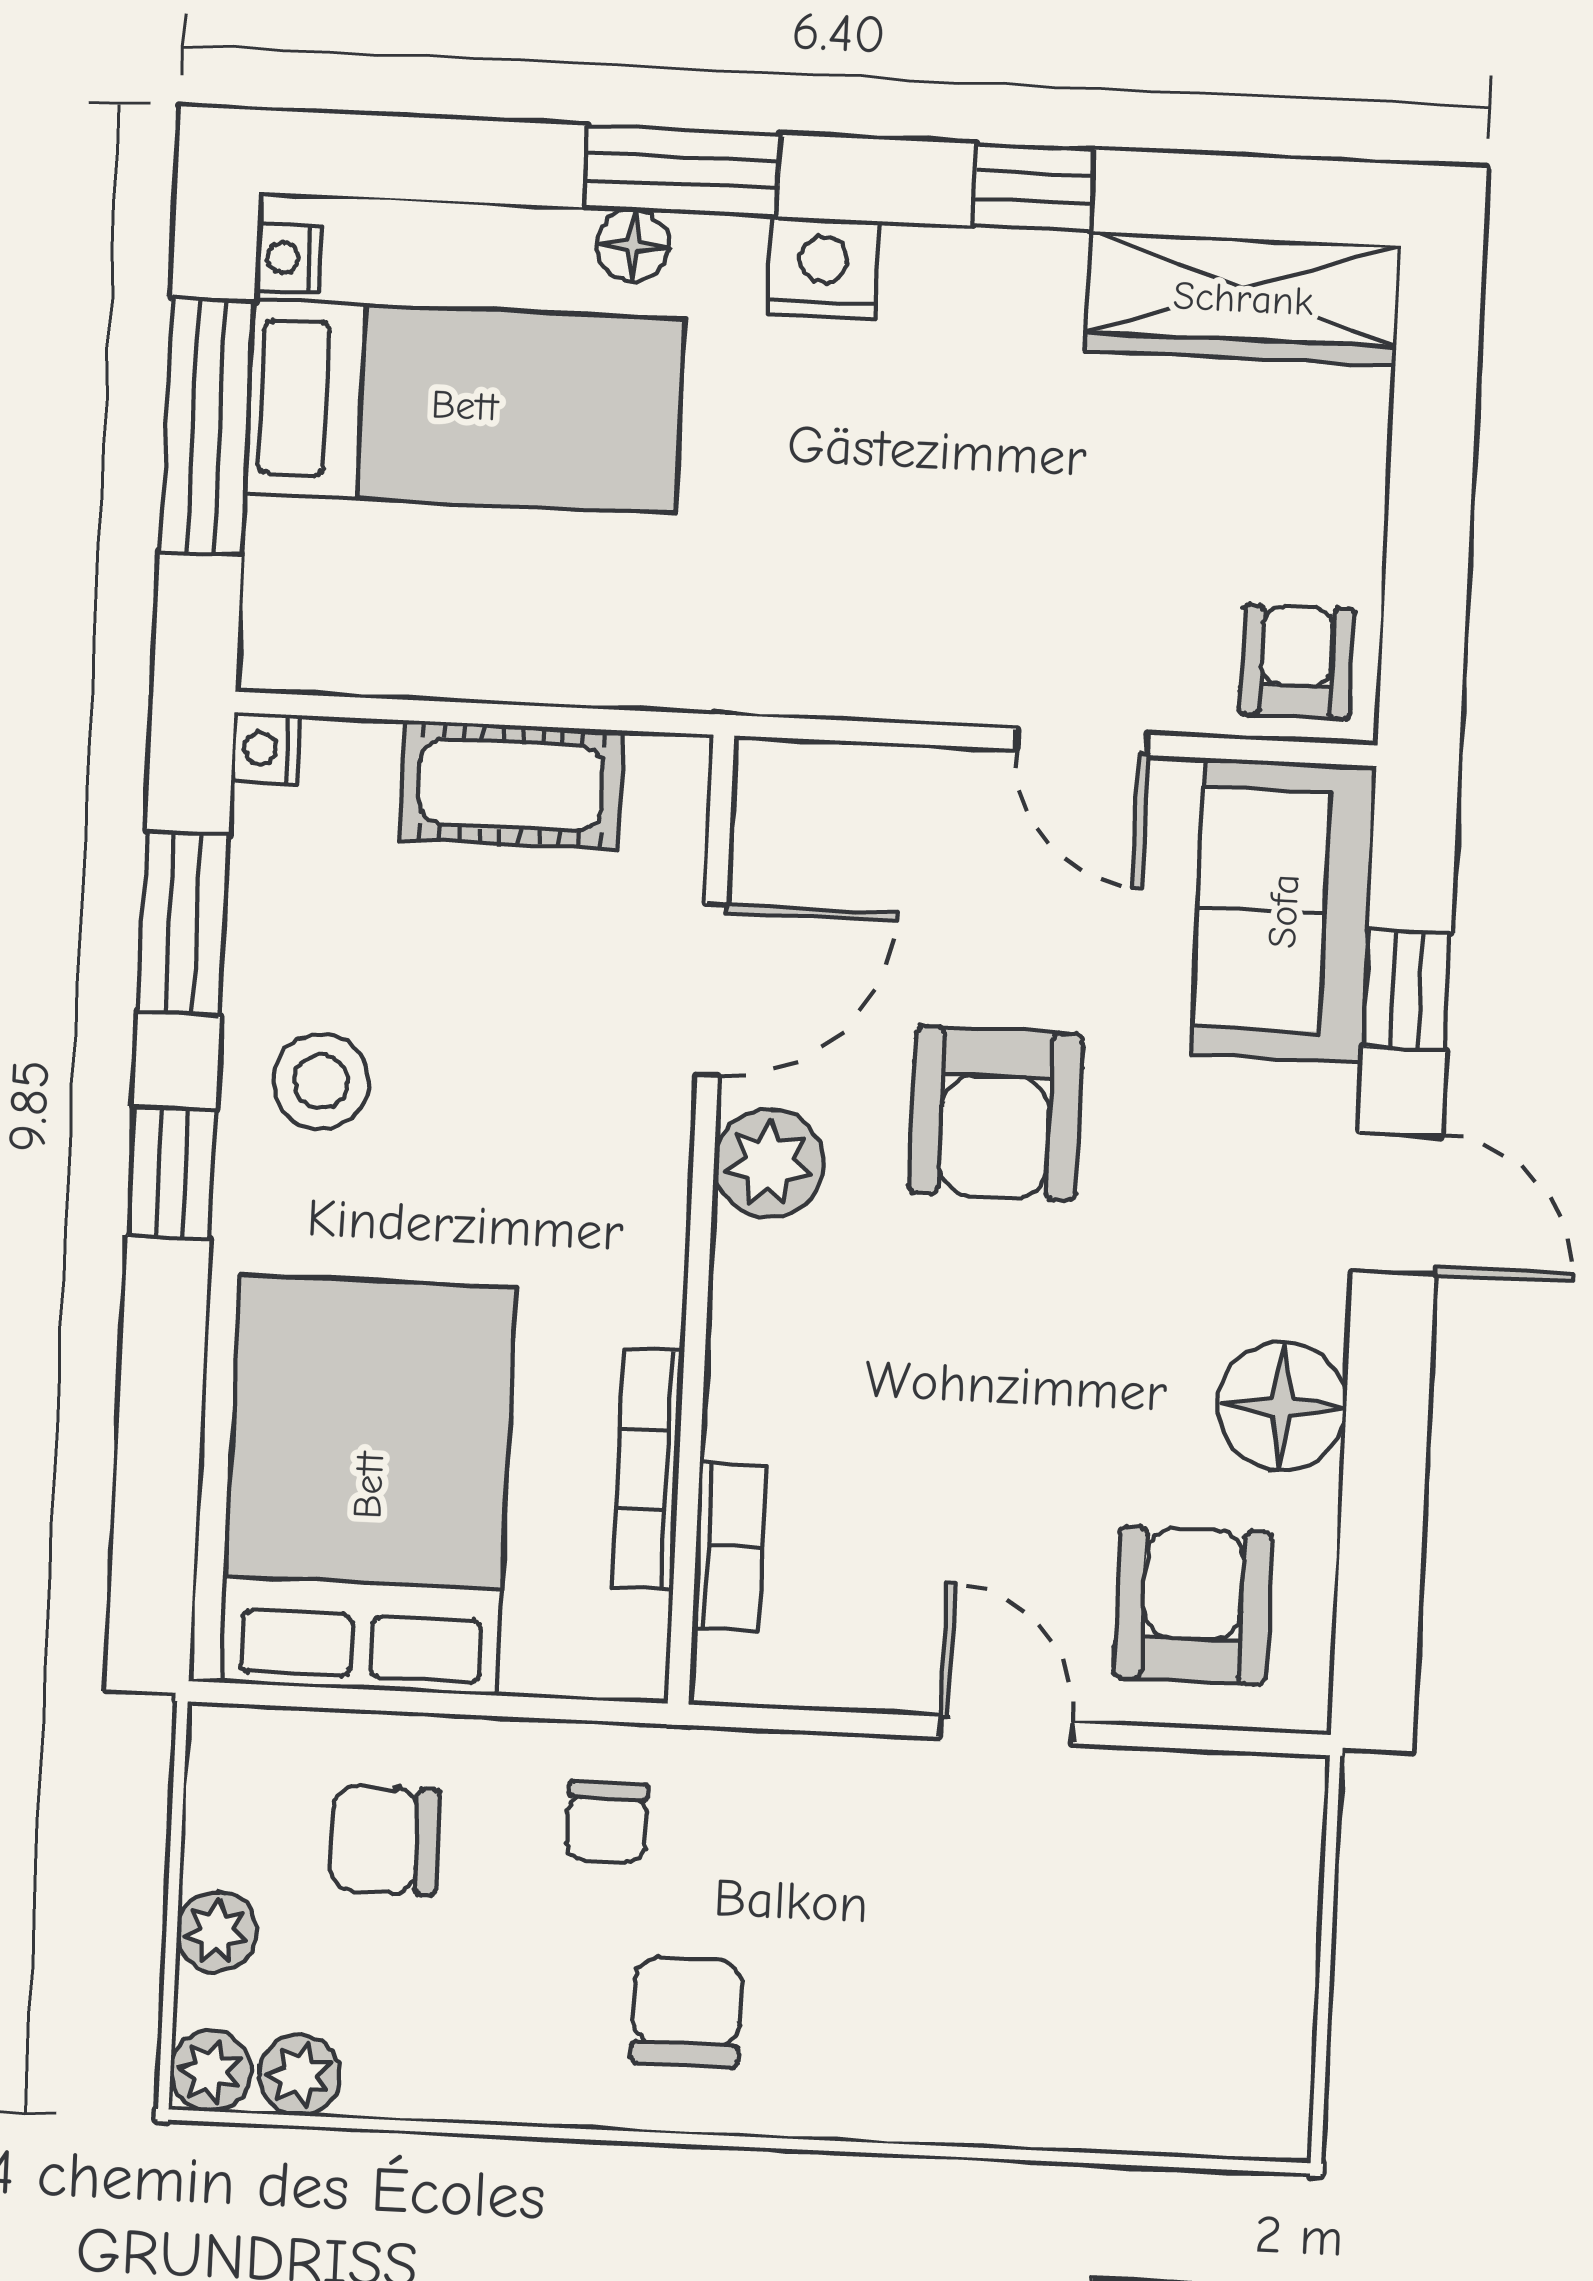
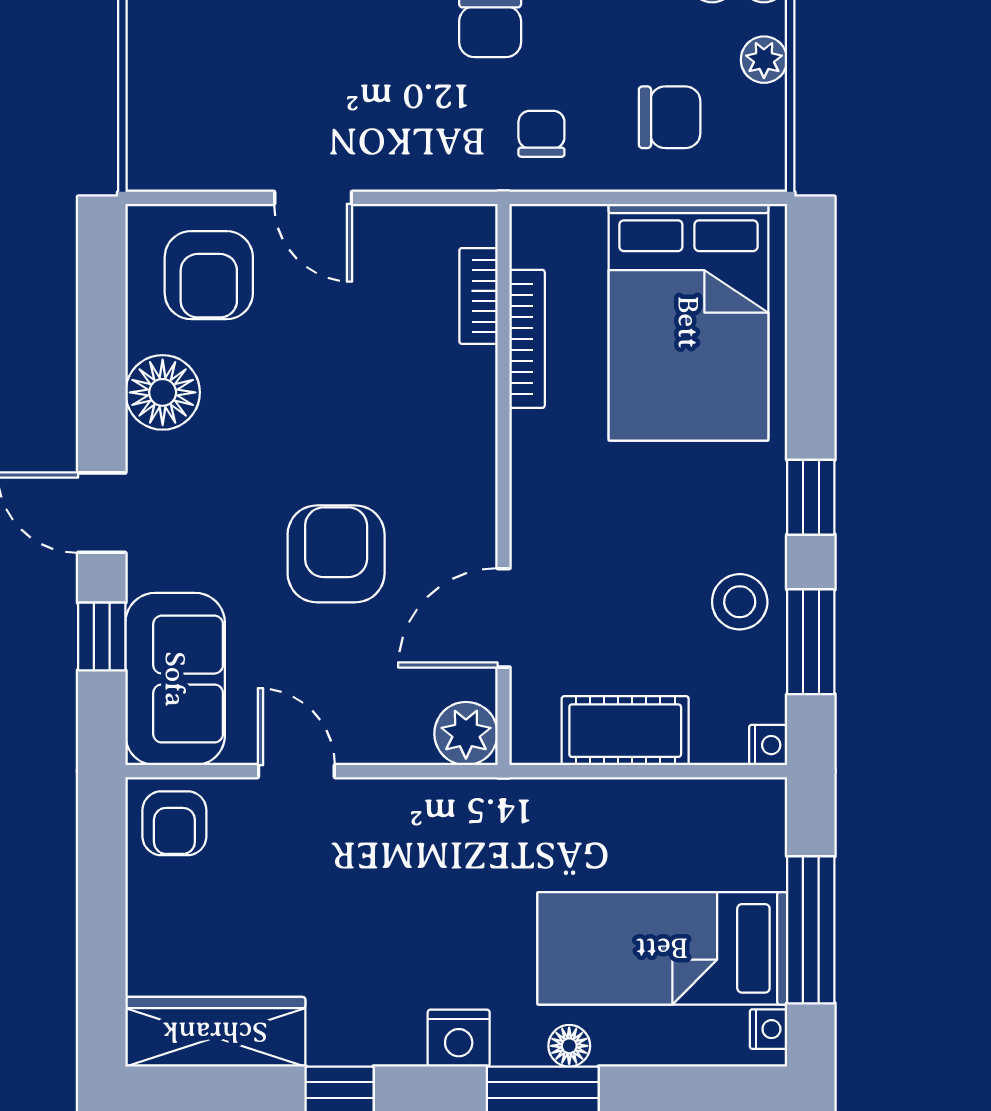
stool: (321, 1081) -> (740, 602), moved
plant: (769, 1164) -> (466, 734), moved

